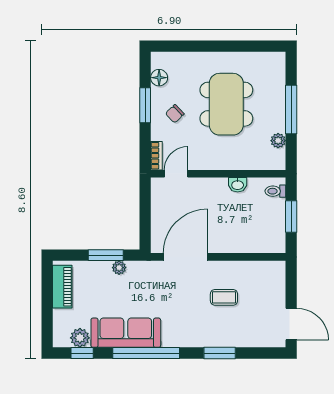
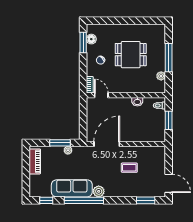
dining table: (226, 104) -> (131, 55), width x0.73
window: (145, 105) -> (83, 43), moved
door: (176, 174) -> (101, 95), hinge flipped
plant: (80, 338) -> (99, 191), moved
window: (220, 353) -> (146, 200), moved

